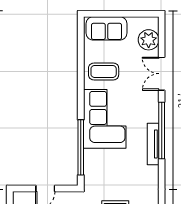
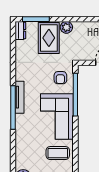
double door: (162, 74) -> (13, 151), removed
armchair: (100, 169) -> (60, 78), added

